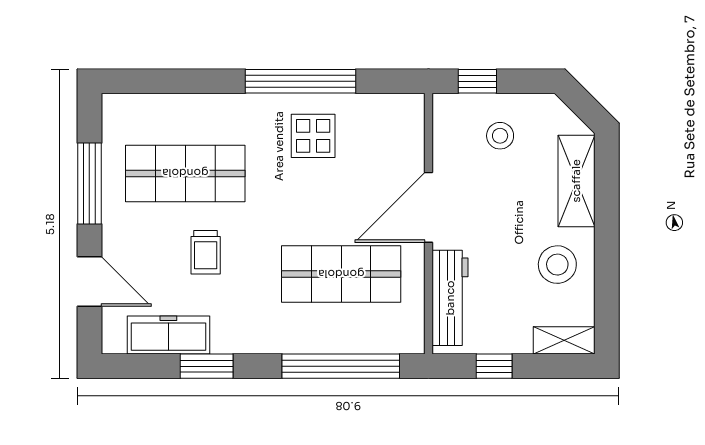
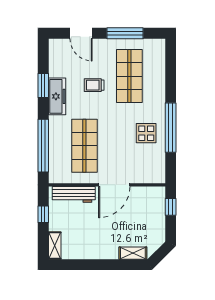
stool: (500, 136) -> (146, 217), removed
shelving: (576, 181) -> (133, 253), width x0.67, depth x0.75
door: (429, 207) -> (114, 185), swing flipped
stool: (557, 265) -> (89, 243), removed
door: (89, 281) -> (81, 33), hinge flipped
freezer: (168, 335) -> (57, 96), moved

